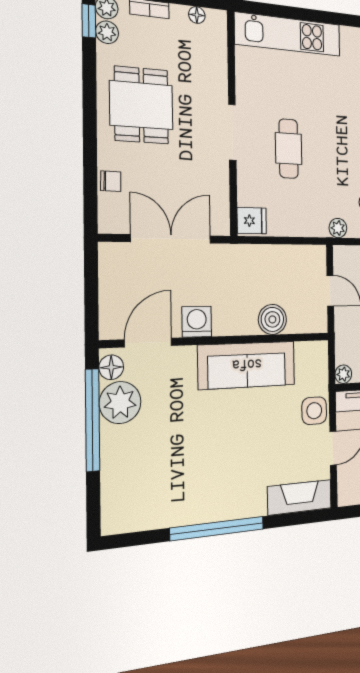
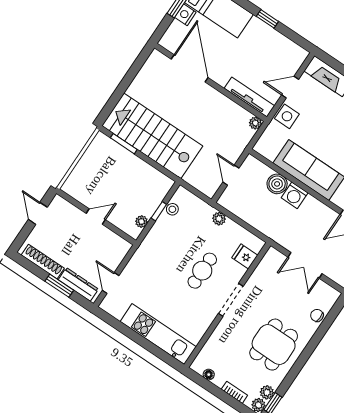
fridge: (252, 221) -> (245, 256), moved
plant: (338, 228) -> (219, 219), moved
double door: (171, 239) -> (305, 265), width x0.73
washing machine: (197, 322) -> (295, 195), moved

